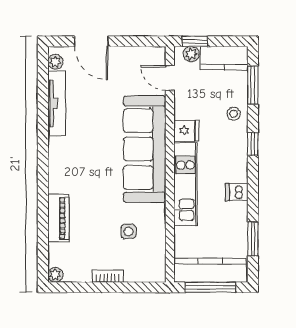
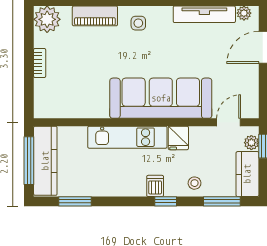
dishwasher: (237, 192) -> (155, 186), moved
side table: (129, 231) -> (138, 23), moved
plant: (55, 275) -> (47, 19), width x1.88, depth x1.88

